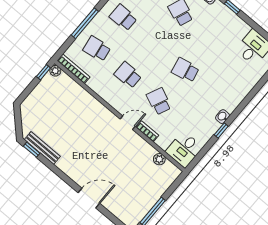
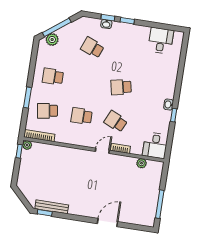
window: (85, 23) -> (27, 97), width x0.69

